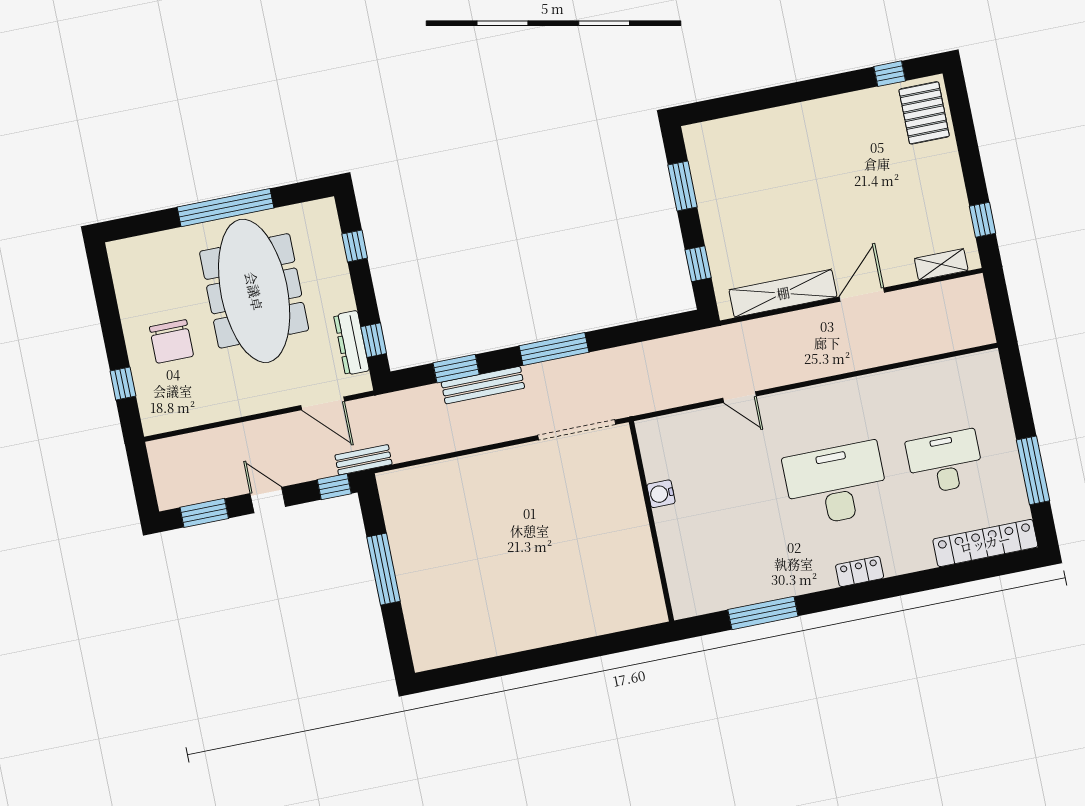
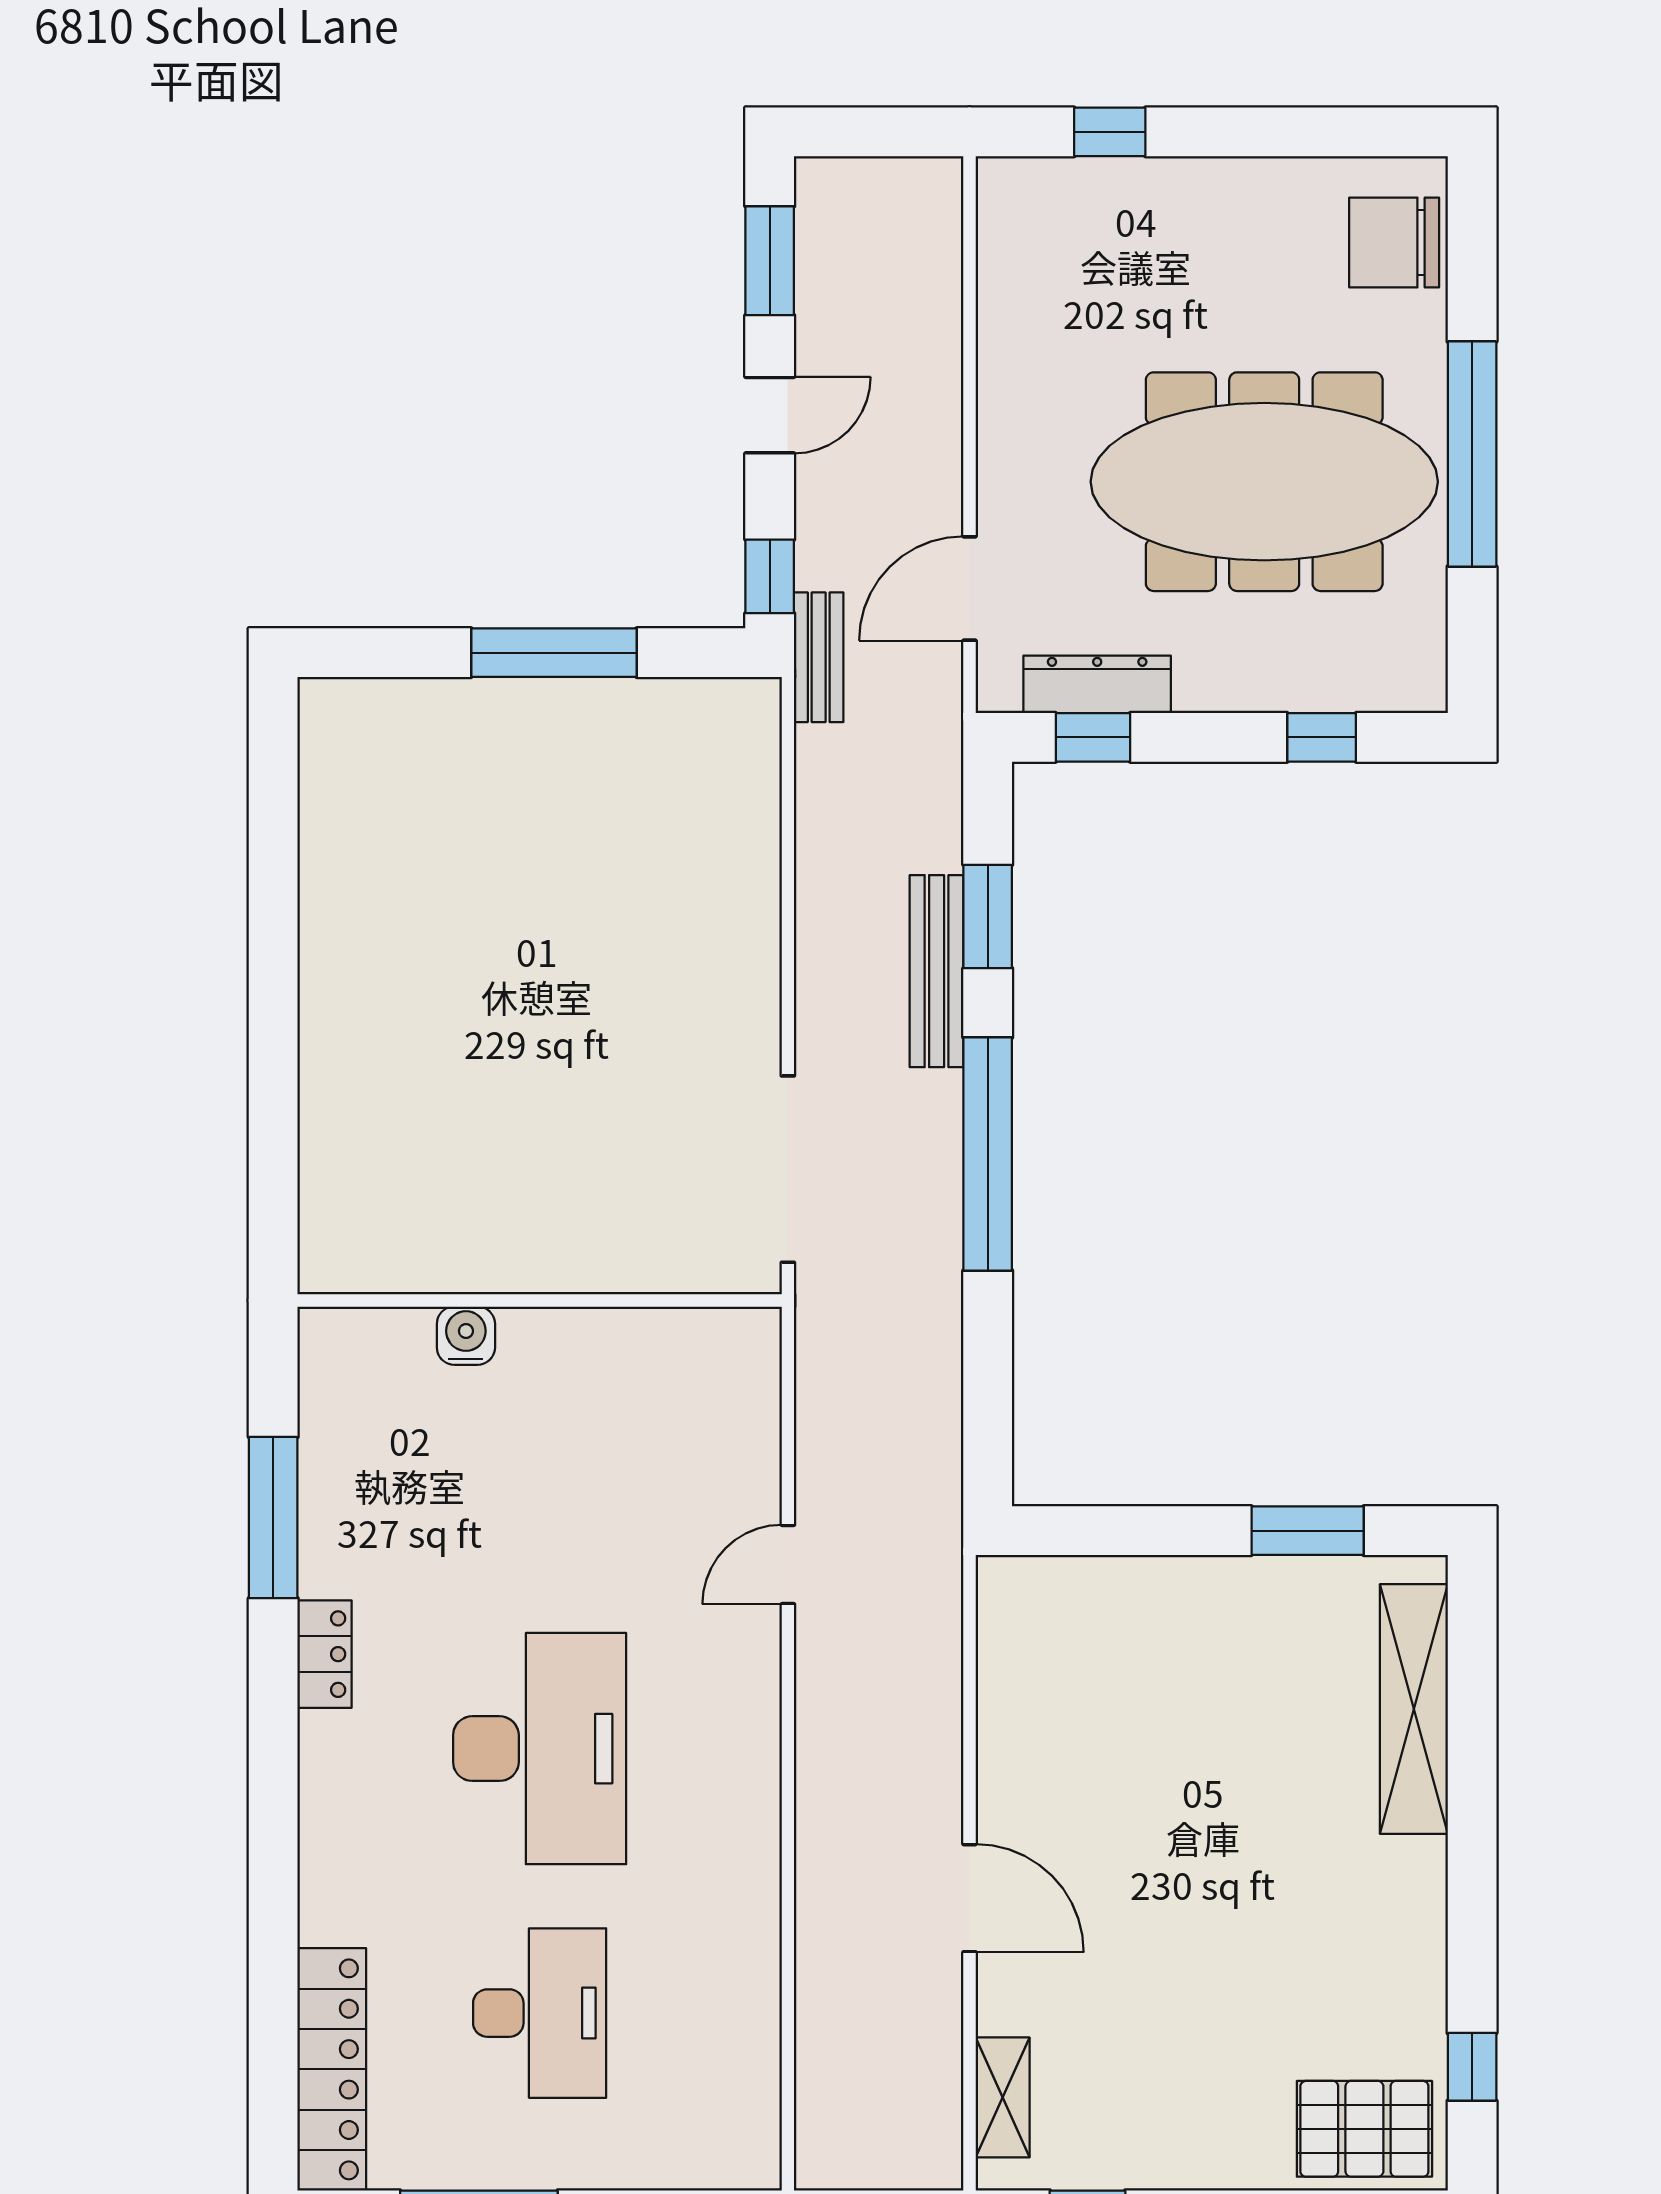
window: (698, 264) -> (1119, 1531), removed
shelving: (783, 293) -> (1414, 1709), moved
chair: (171, 342) -> (1394, 242), moved
window: (554, 349) -> (988, 1154), width x1.46
water cooler: (661, 494) -> (466, 1336), moved
locker: (860, 571) -> (325, 1654), moved

